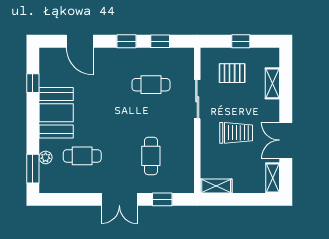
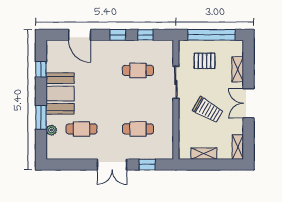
window: (241, 41) -> (212, 35), width x3.17
trolley: (236, 133) -> (208, 110), turned 30
double door: (286, 140) -> (249, 103), moved
cafe table: (151, 156) -> (138, 129), turned 90
window: (33, 169) -> (41, 117), moved
shelving: (216, 186) -> (204, 154), moved

